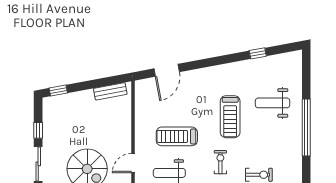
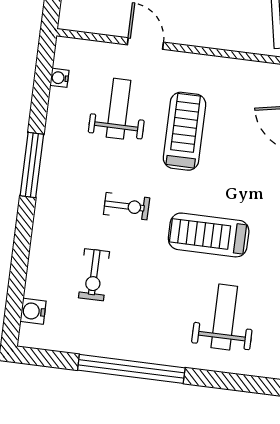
window: (306, 128) -> (131, 369), moved

